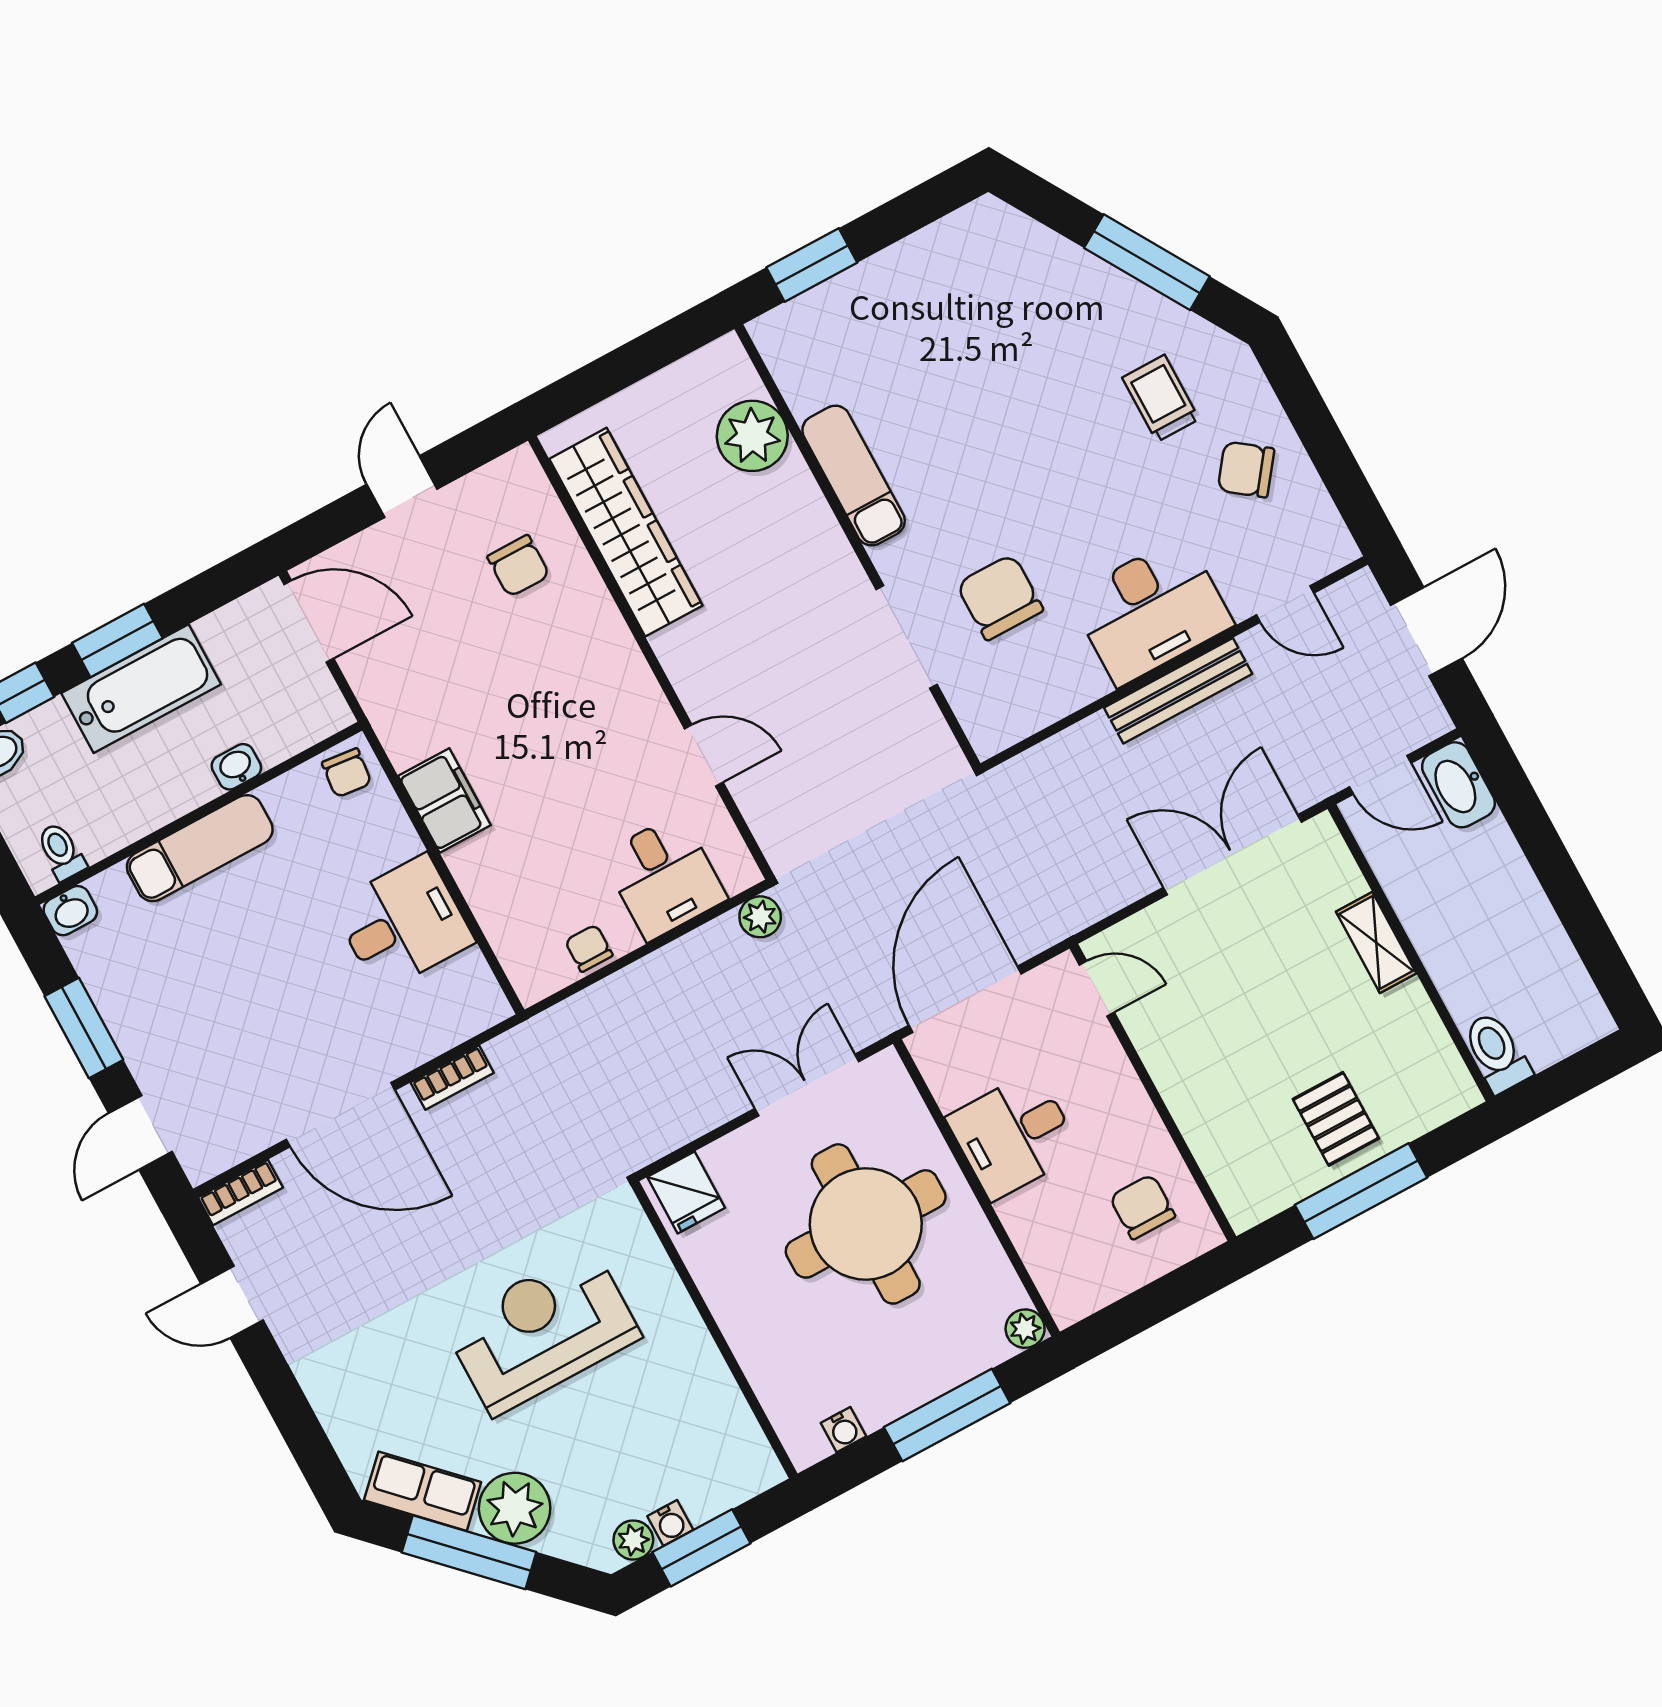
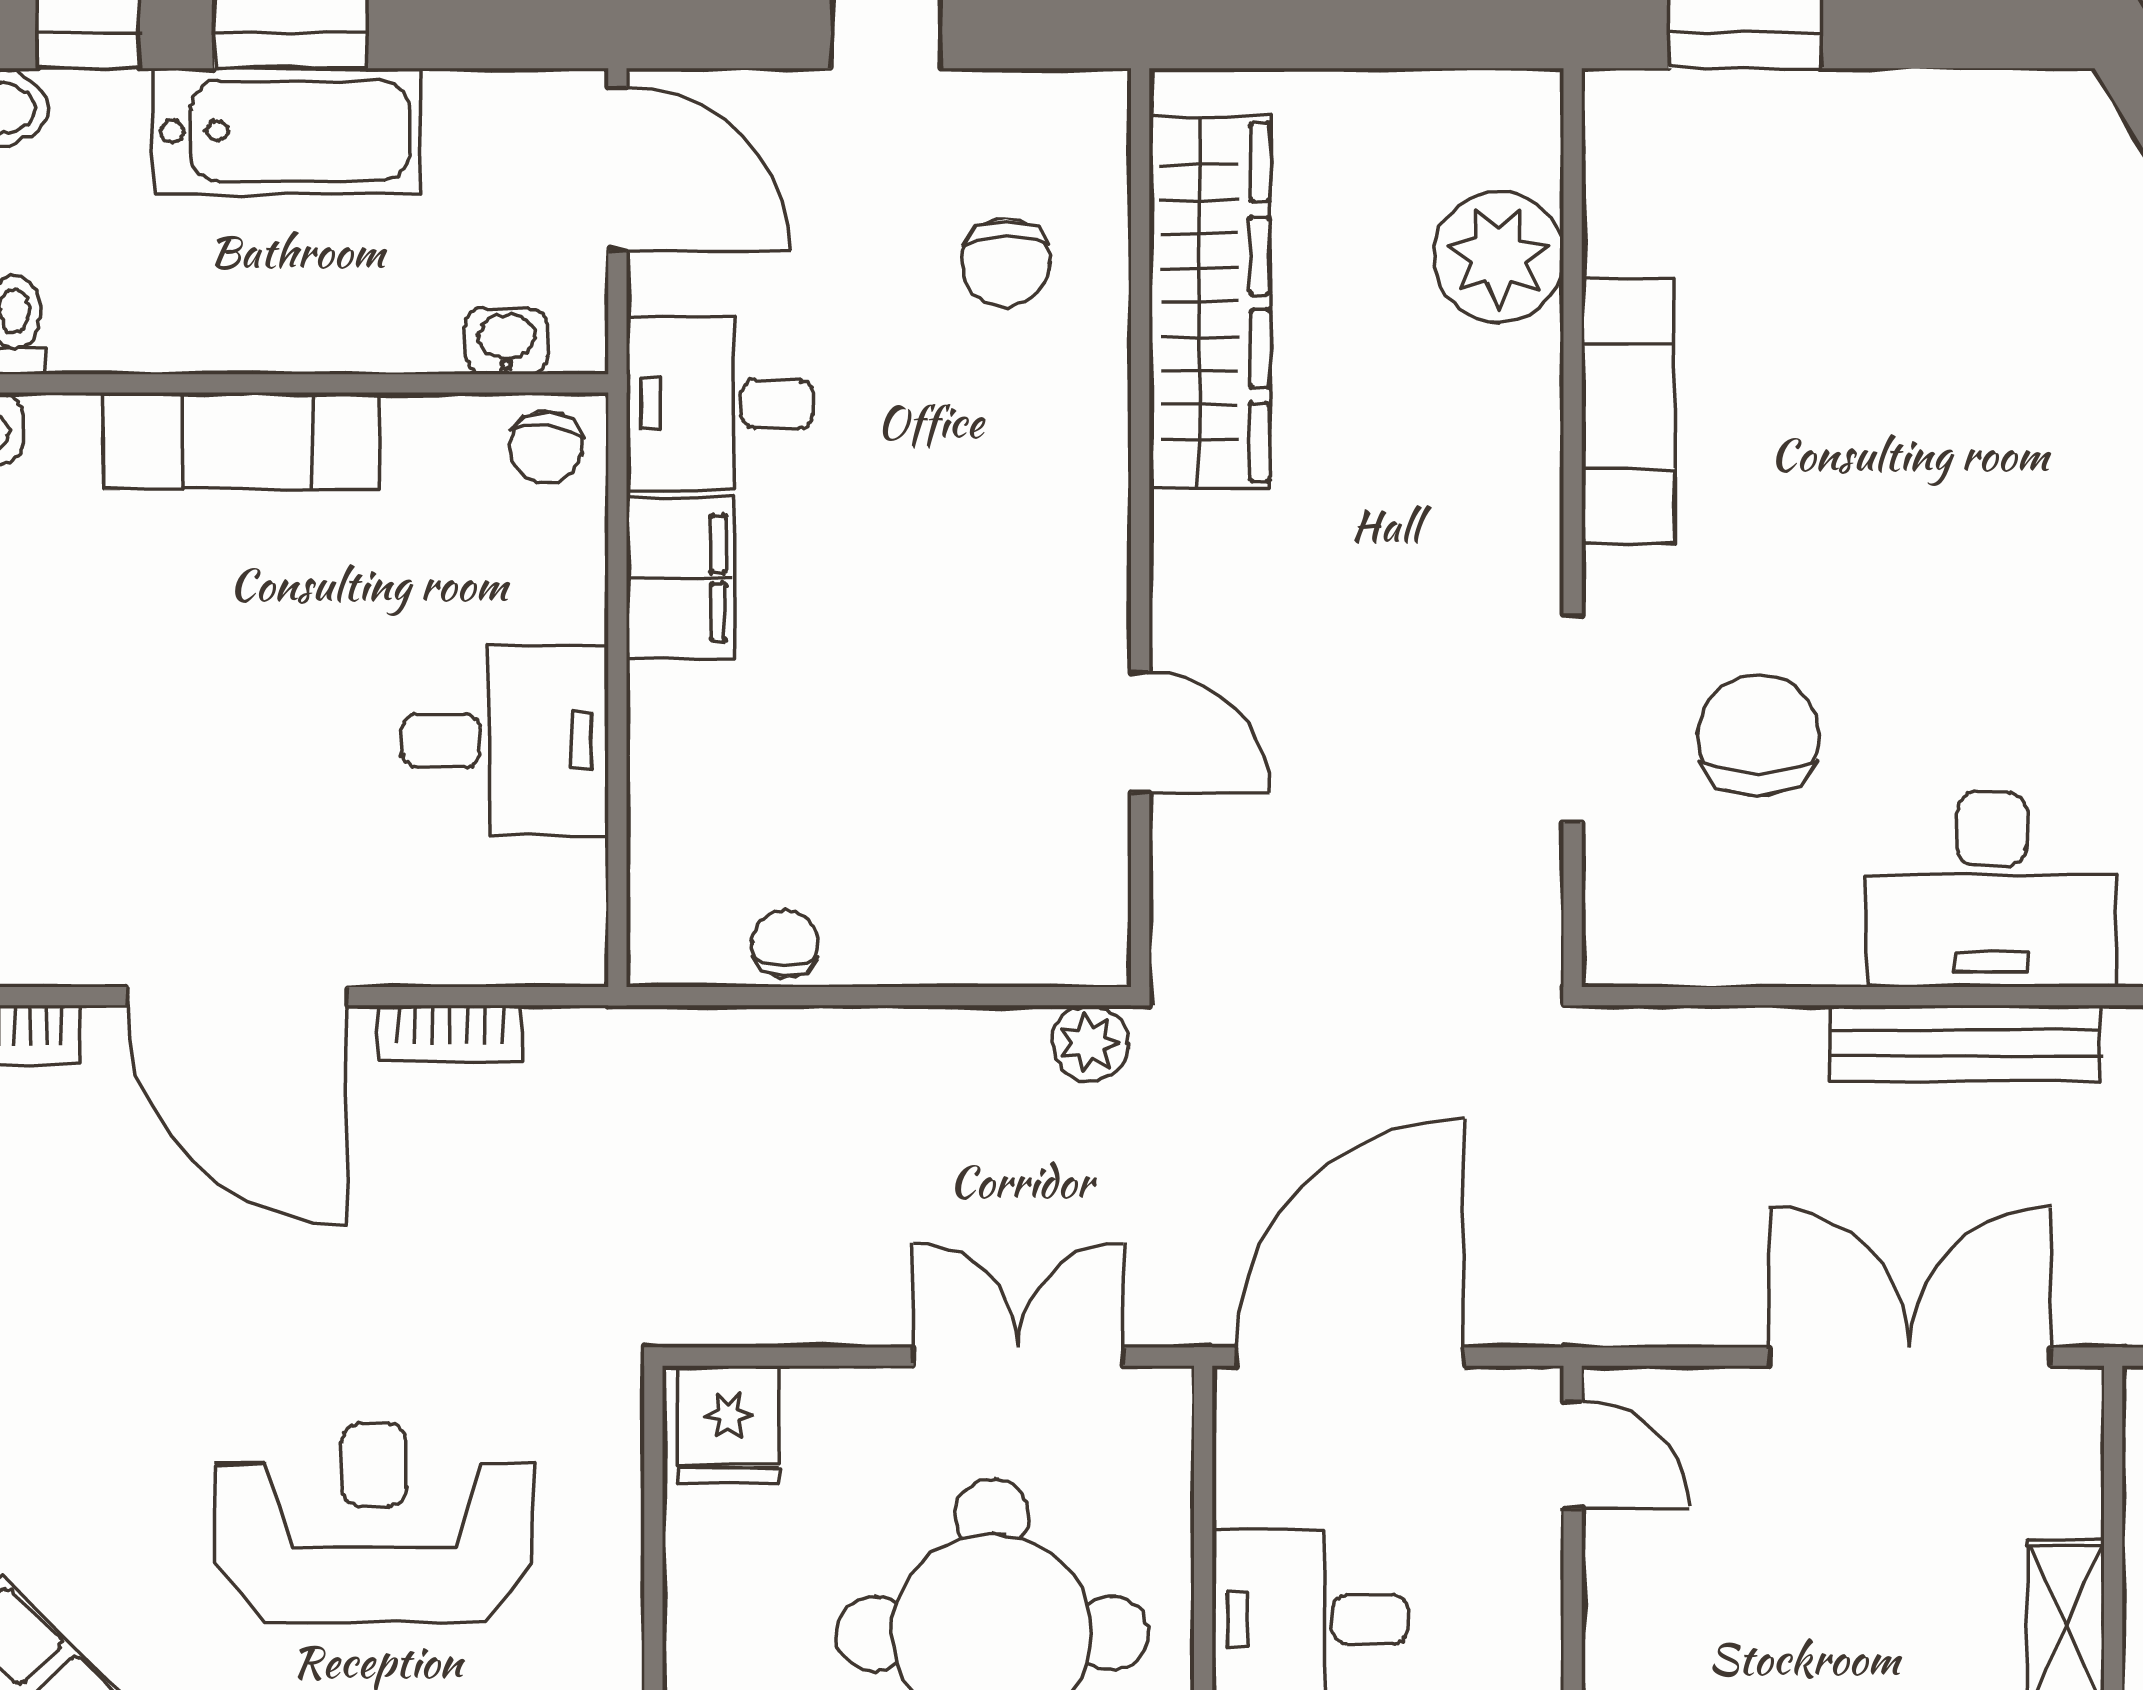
washbasin: (236, 767) -> (507, 341), moved
desk: (664, 877) -> (719, 404), moved, turned 90

